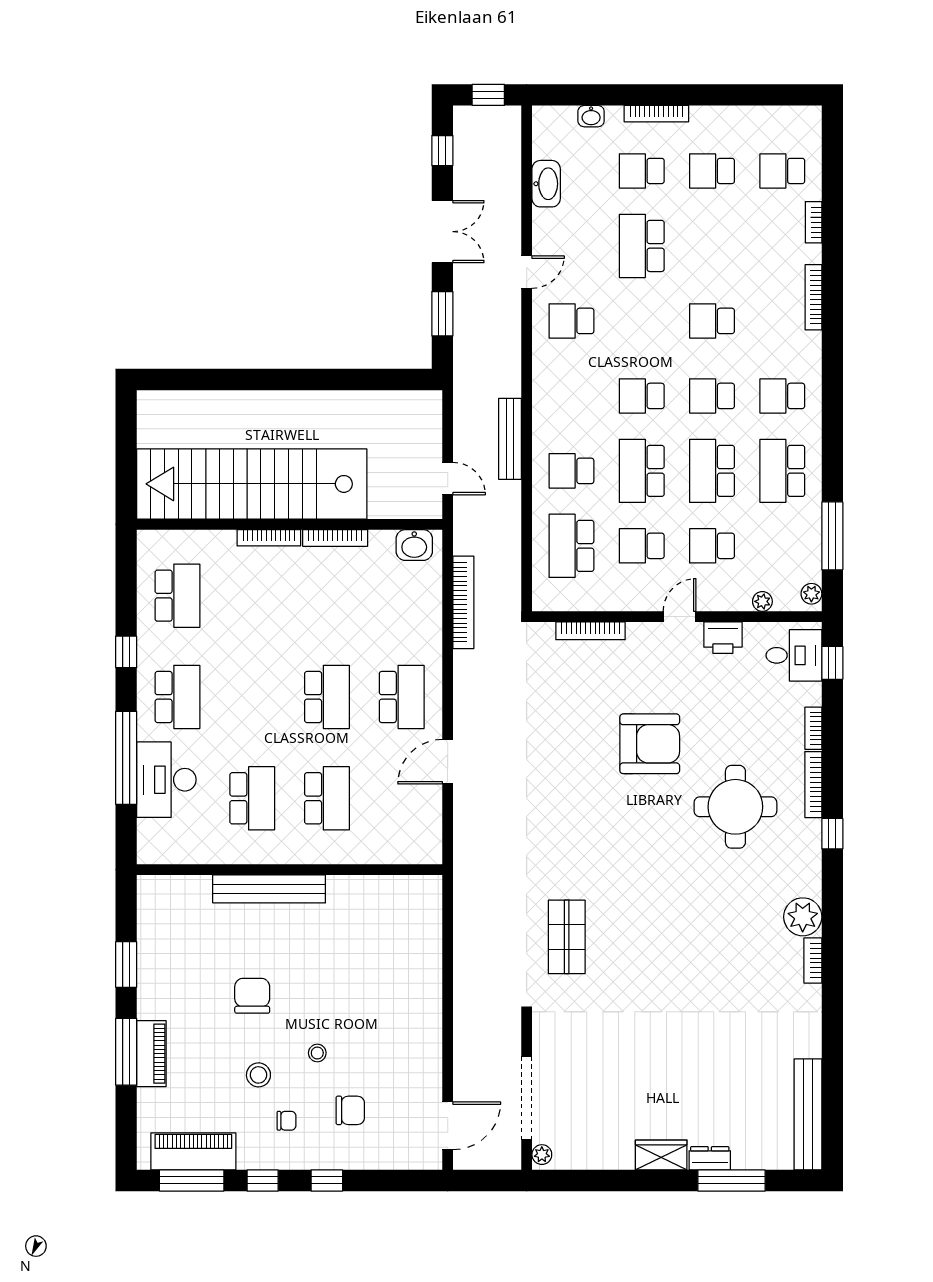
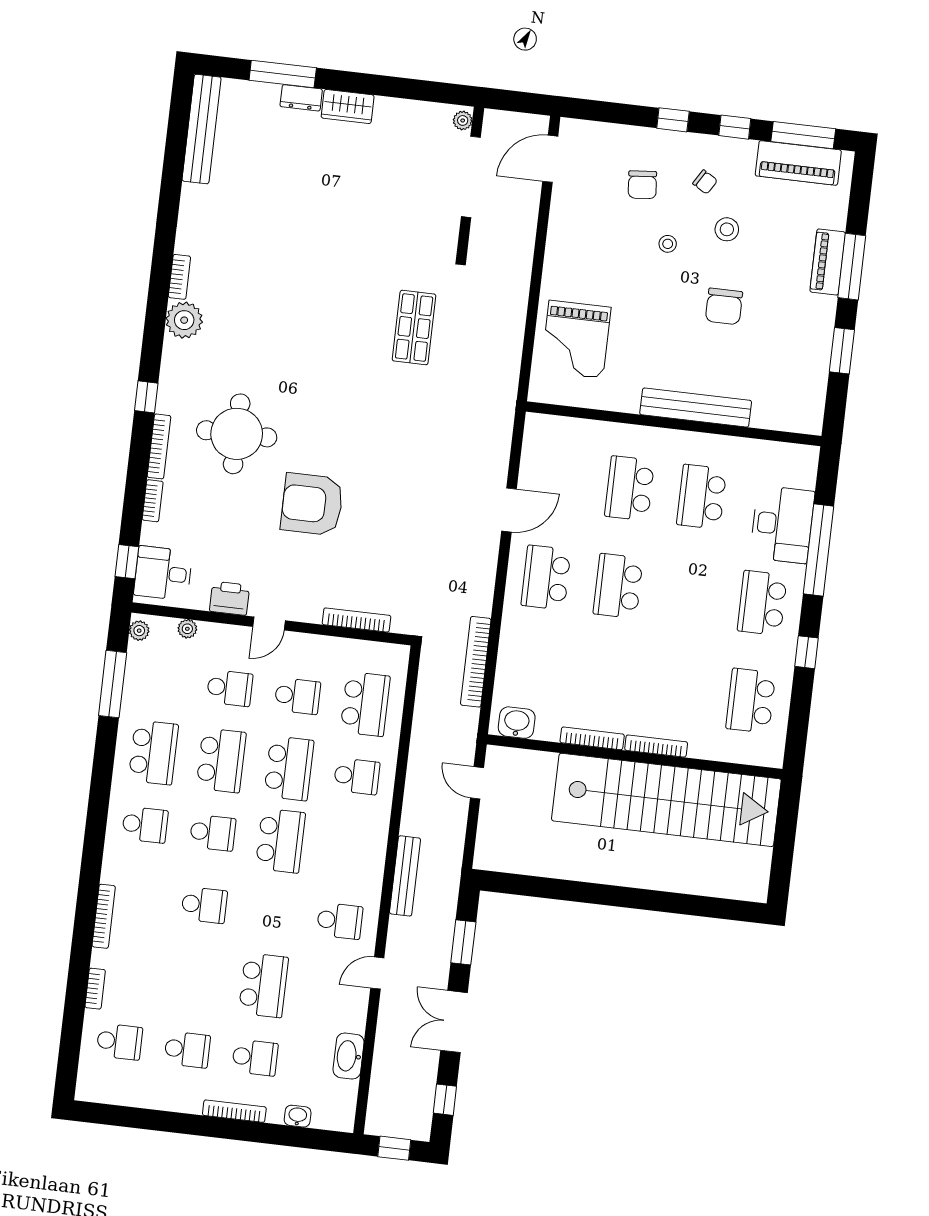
school desk: (642, 396) -> (280, 841), width x1.85
bench: (510, 439) -> (405, 876), moved
grand piano: (400, 944) -> (576, 339), added
chair: (350, 1110) -> (642, 185), turned -95
chair: (286, 1121) -> (705, 182), turned -149

